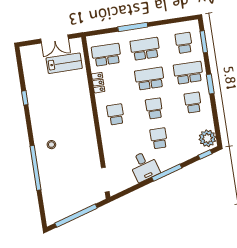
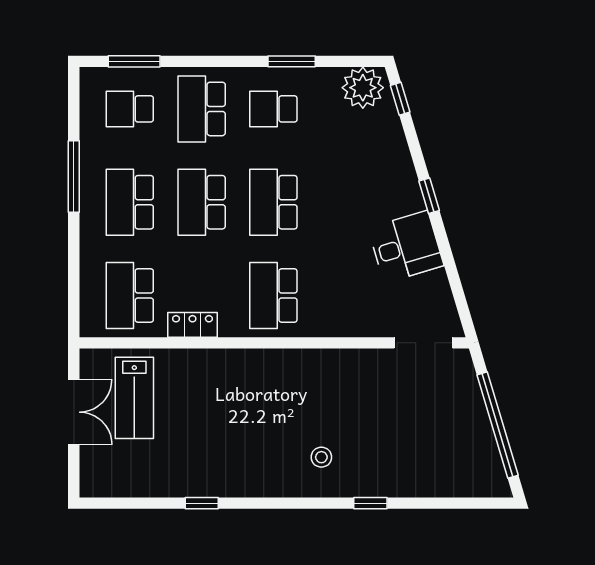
window: (133, 27) -> (74, 176), moved
lab bench: (64, 63) -> (134, 398), turned 180
window: (210, 84) -> (292, 61), moved
school desk: (154, 108) -> (273, 202), width x1.85
school desk: (115, 114) -> (273, 296), width x1.85
school desk: (159, 138) -> (345, 202), removed
window: (36, 168) -> (370, 503), width x0.32
window: (167, 173) -> (429, 196), width x0.46

